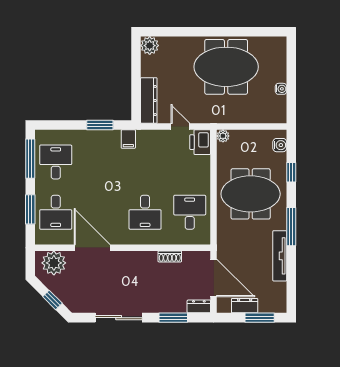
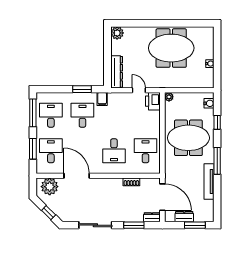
desk: (100, 162) -> (82, 115), added
desk: (56, 212) -> (51, 151), turned 180

